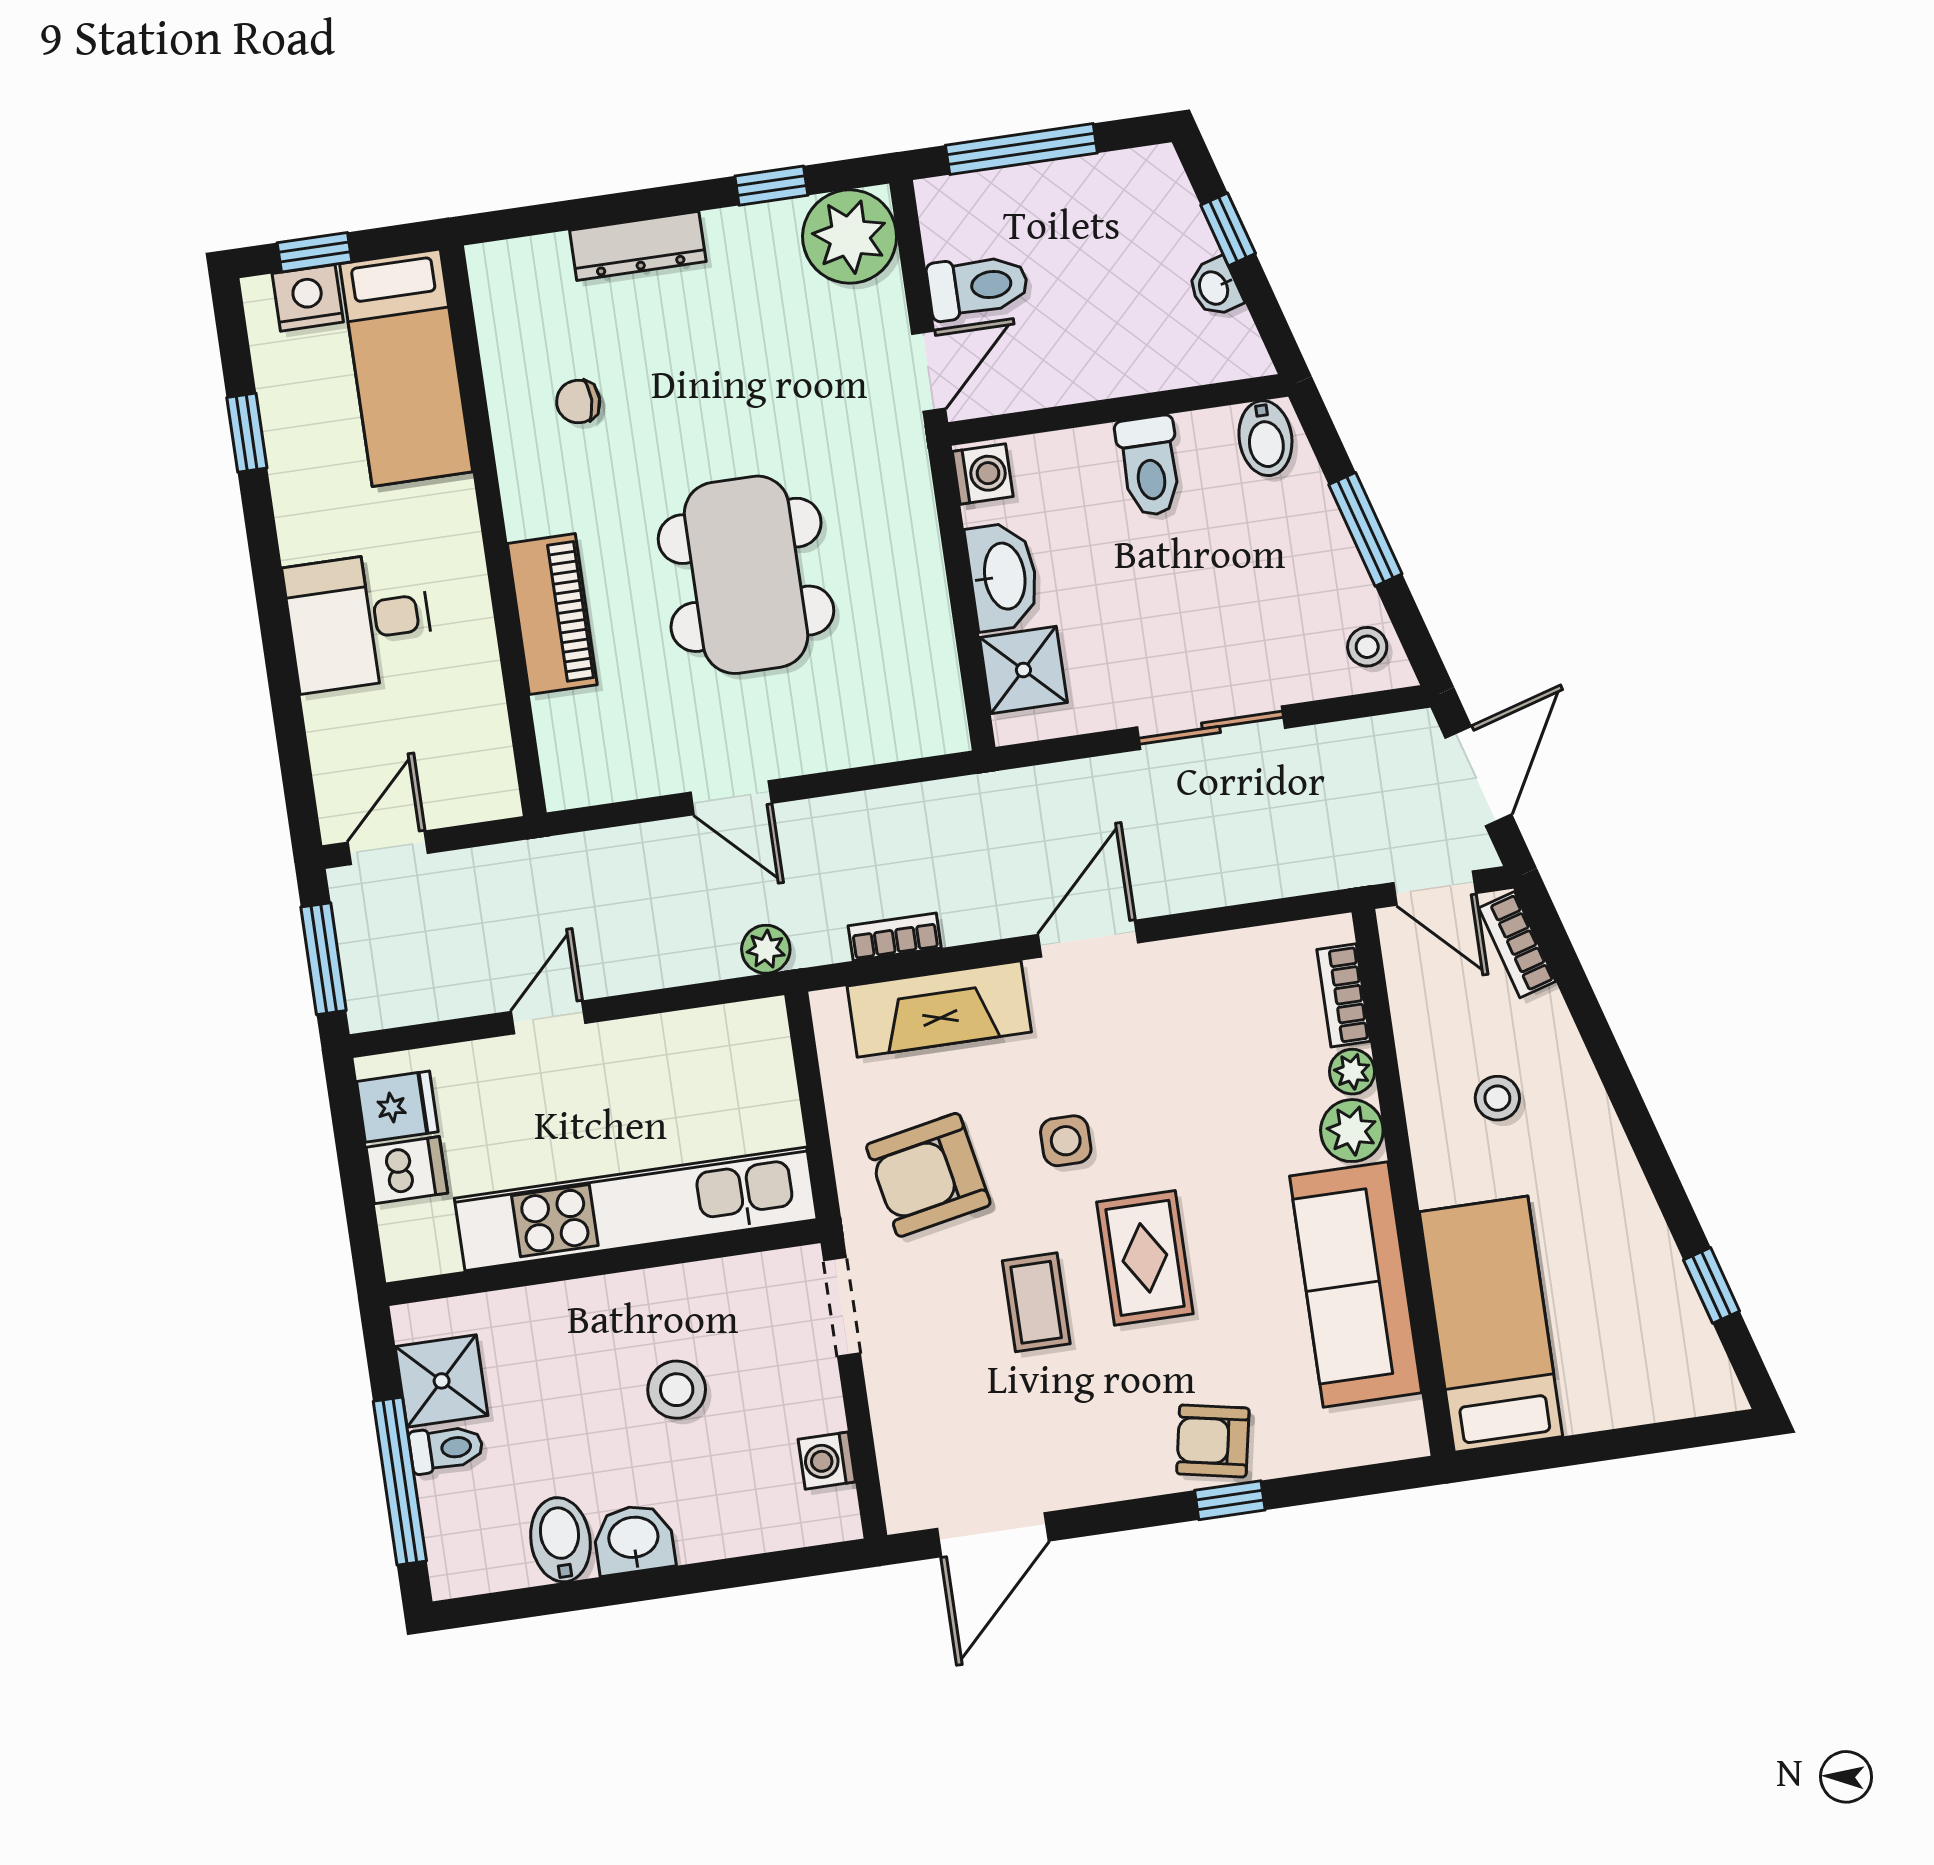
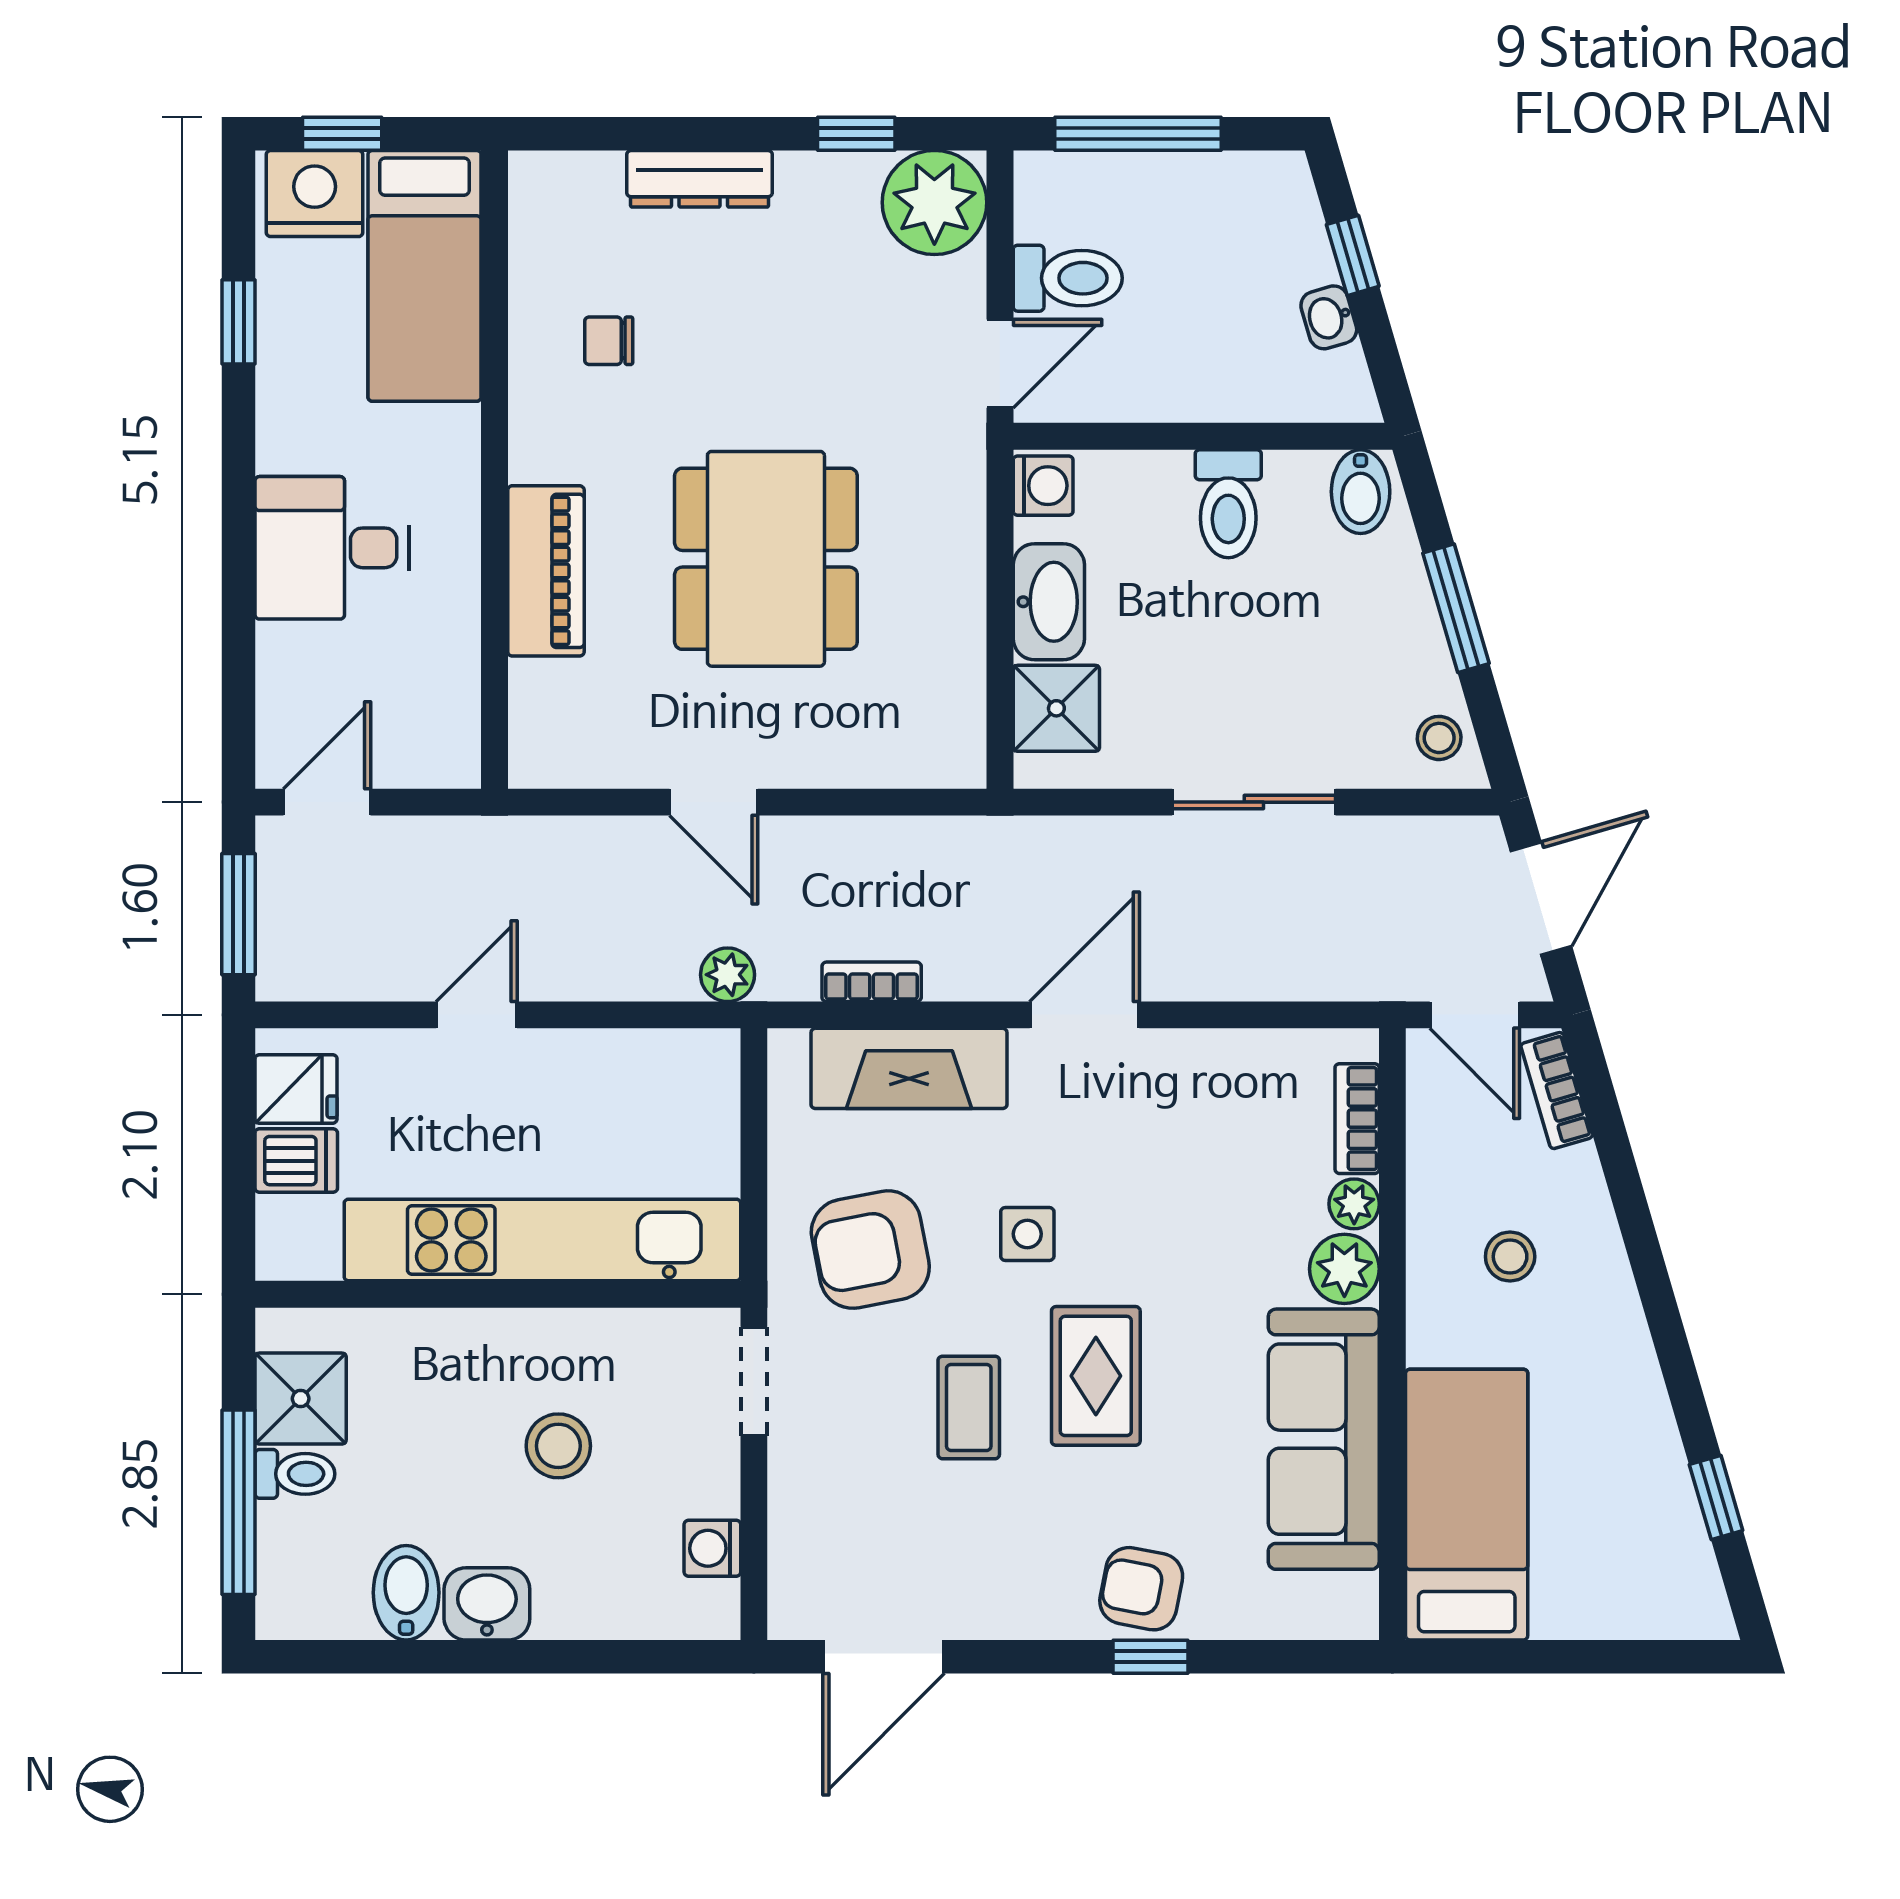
nightstand: (308, 298) -> (315, 194), width x1.36, depth x1.33

